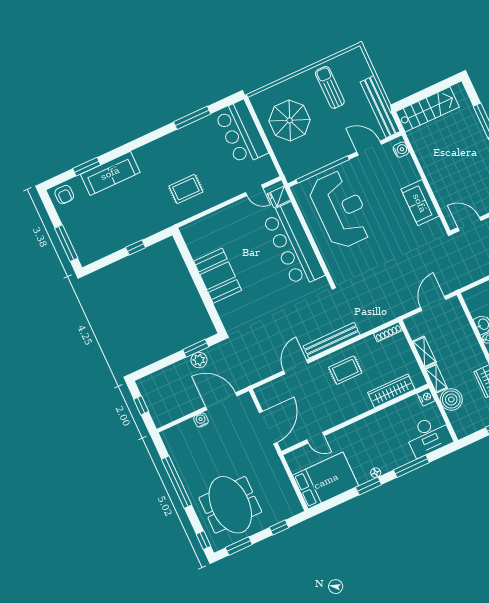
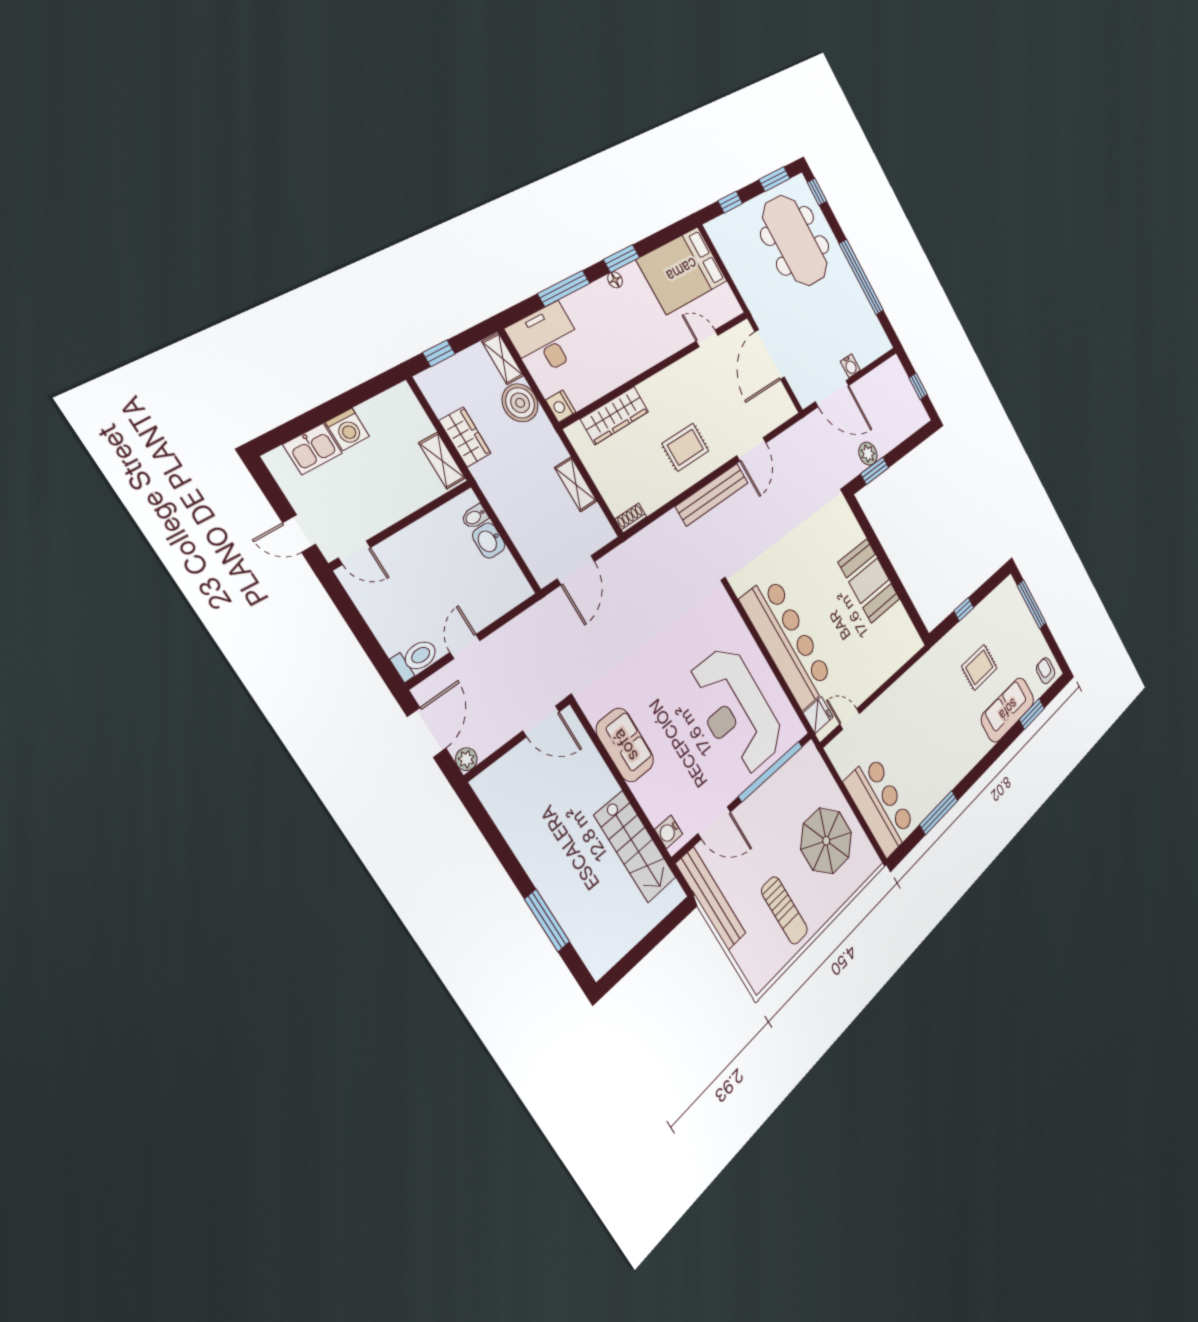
stairs: (427, 109) -> (635, 847), moved, turned -90
rug: (186, 189) -> (979, 667), moved
shoe rack: (388, 332) -> (631, 518), width x0.70
shelving: (436, 378) -> (503, 359), moved

